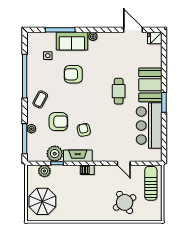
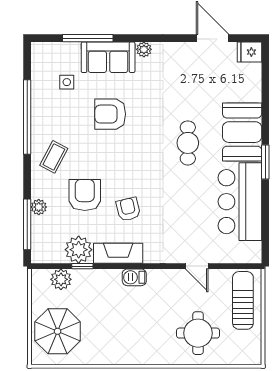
armchair: (58, 122) -> (85, 195), turned -90
round table: (125, 202) -> (198, 333), turned 31

